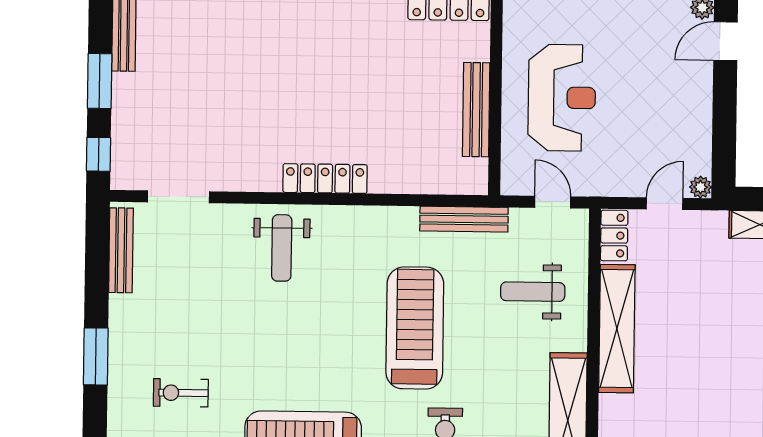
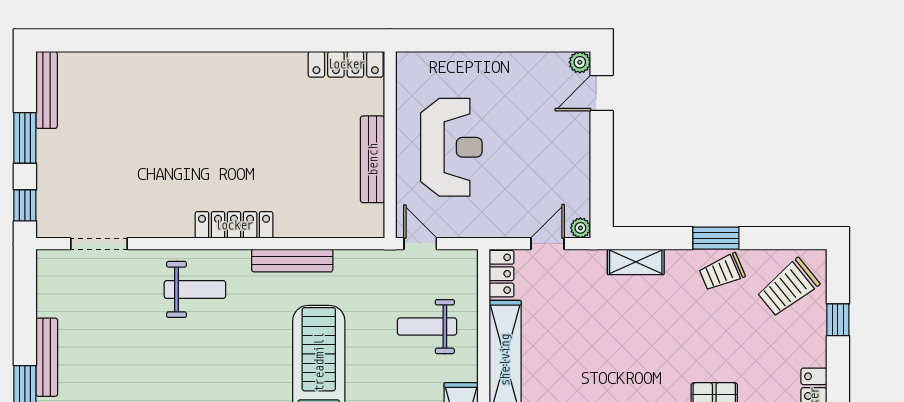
door: (553, 202) -> (420, 244), moved
bench: (464, 219) -> (292, 261), moved
weight bench: (282, 248) -> (195, 289), turned -90
bench: (121, 250) -> (47, 357), moved

